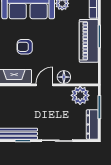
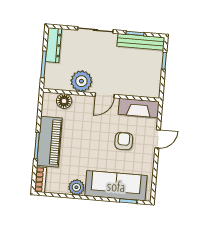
armchair: (25, 47) -> (124, 141), turned -90
floor lamp: (64, 77) -> (64, 101), moved
plant: (80, 95) -> (81, 81), moved

